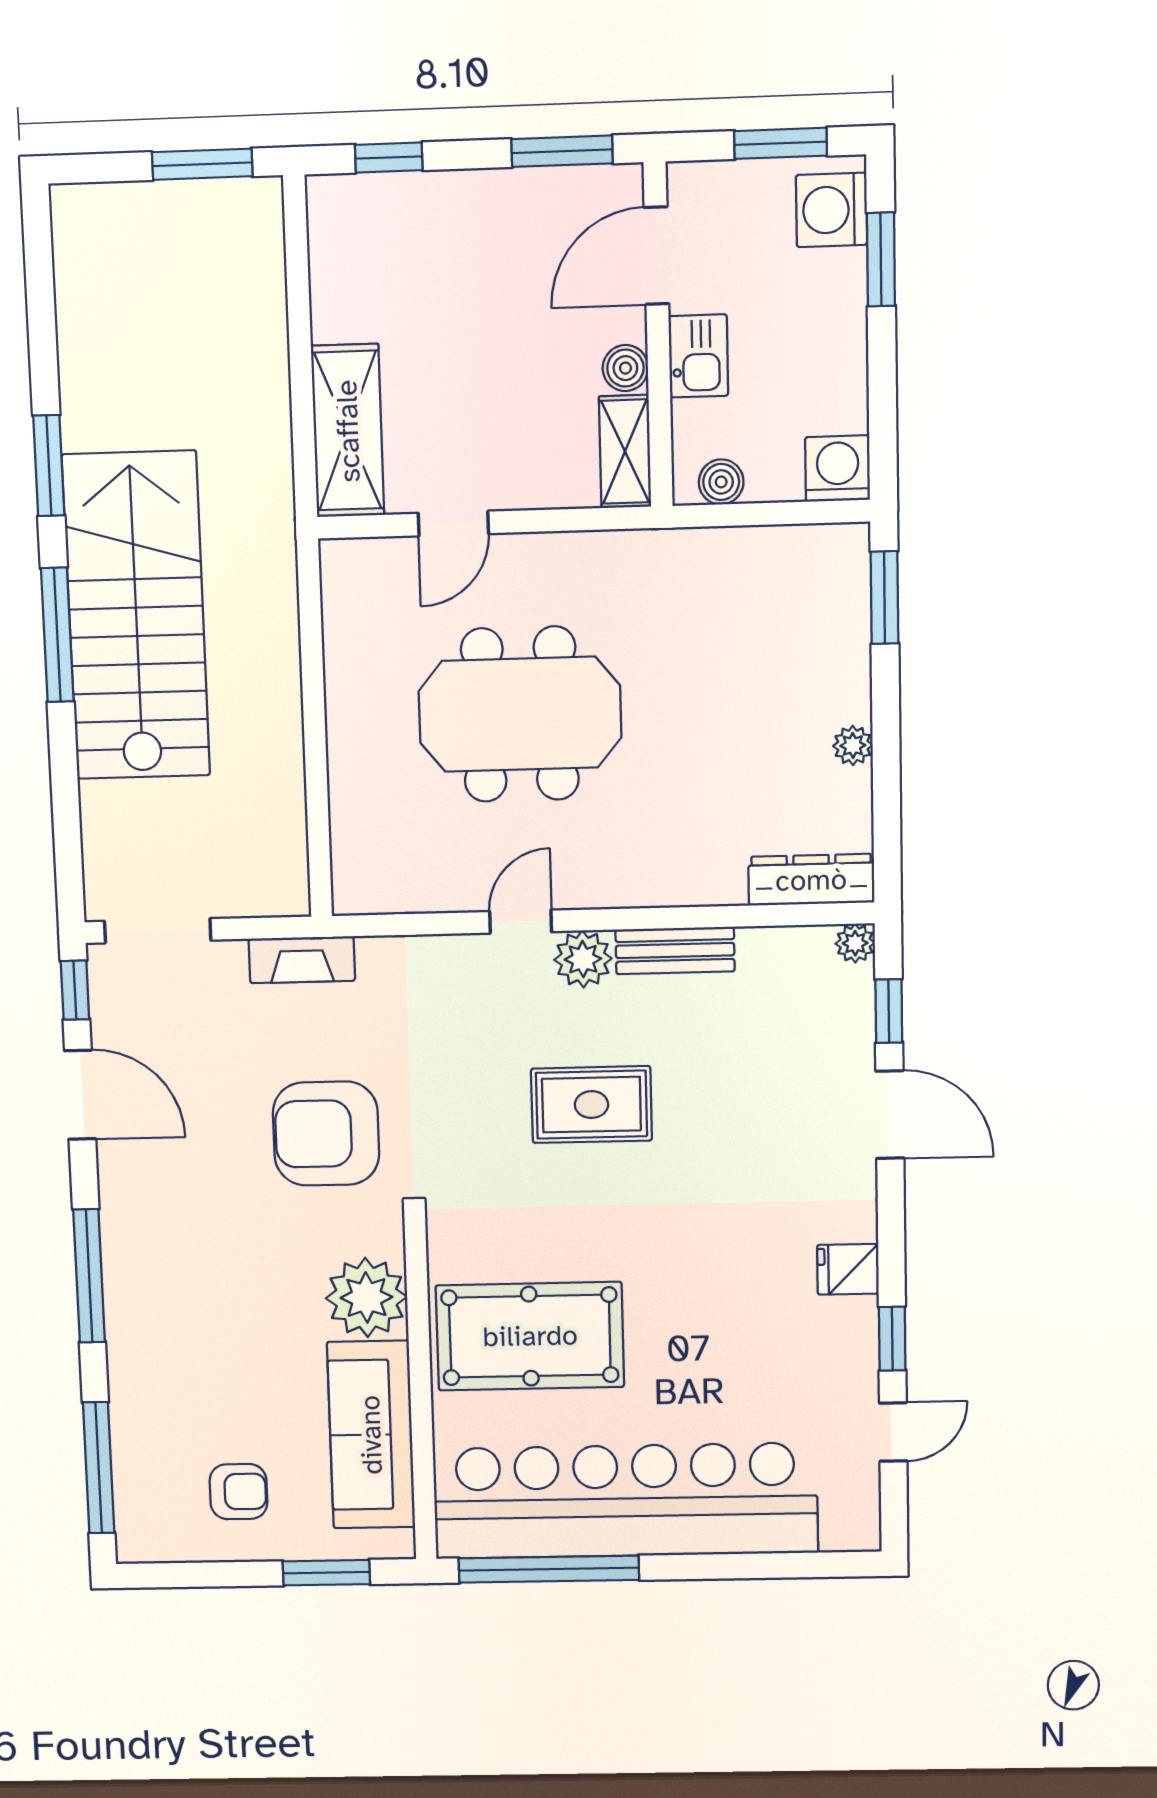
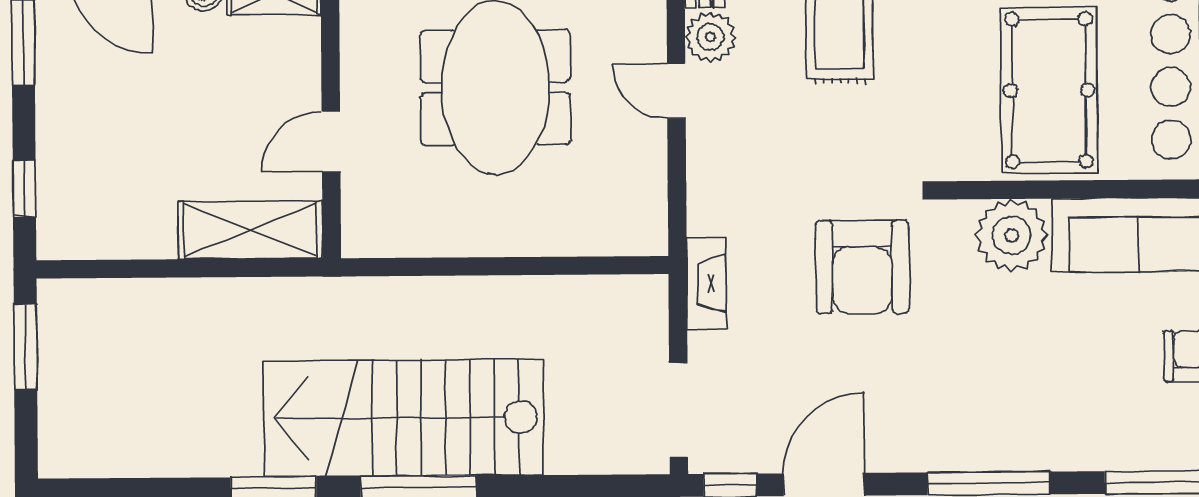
door: (453, 523) -> (331, 141), swing flipped

